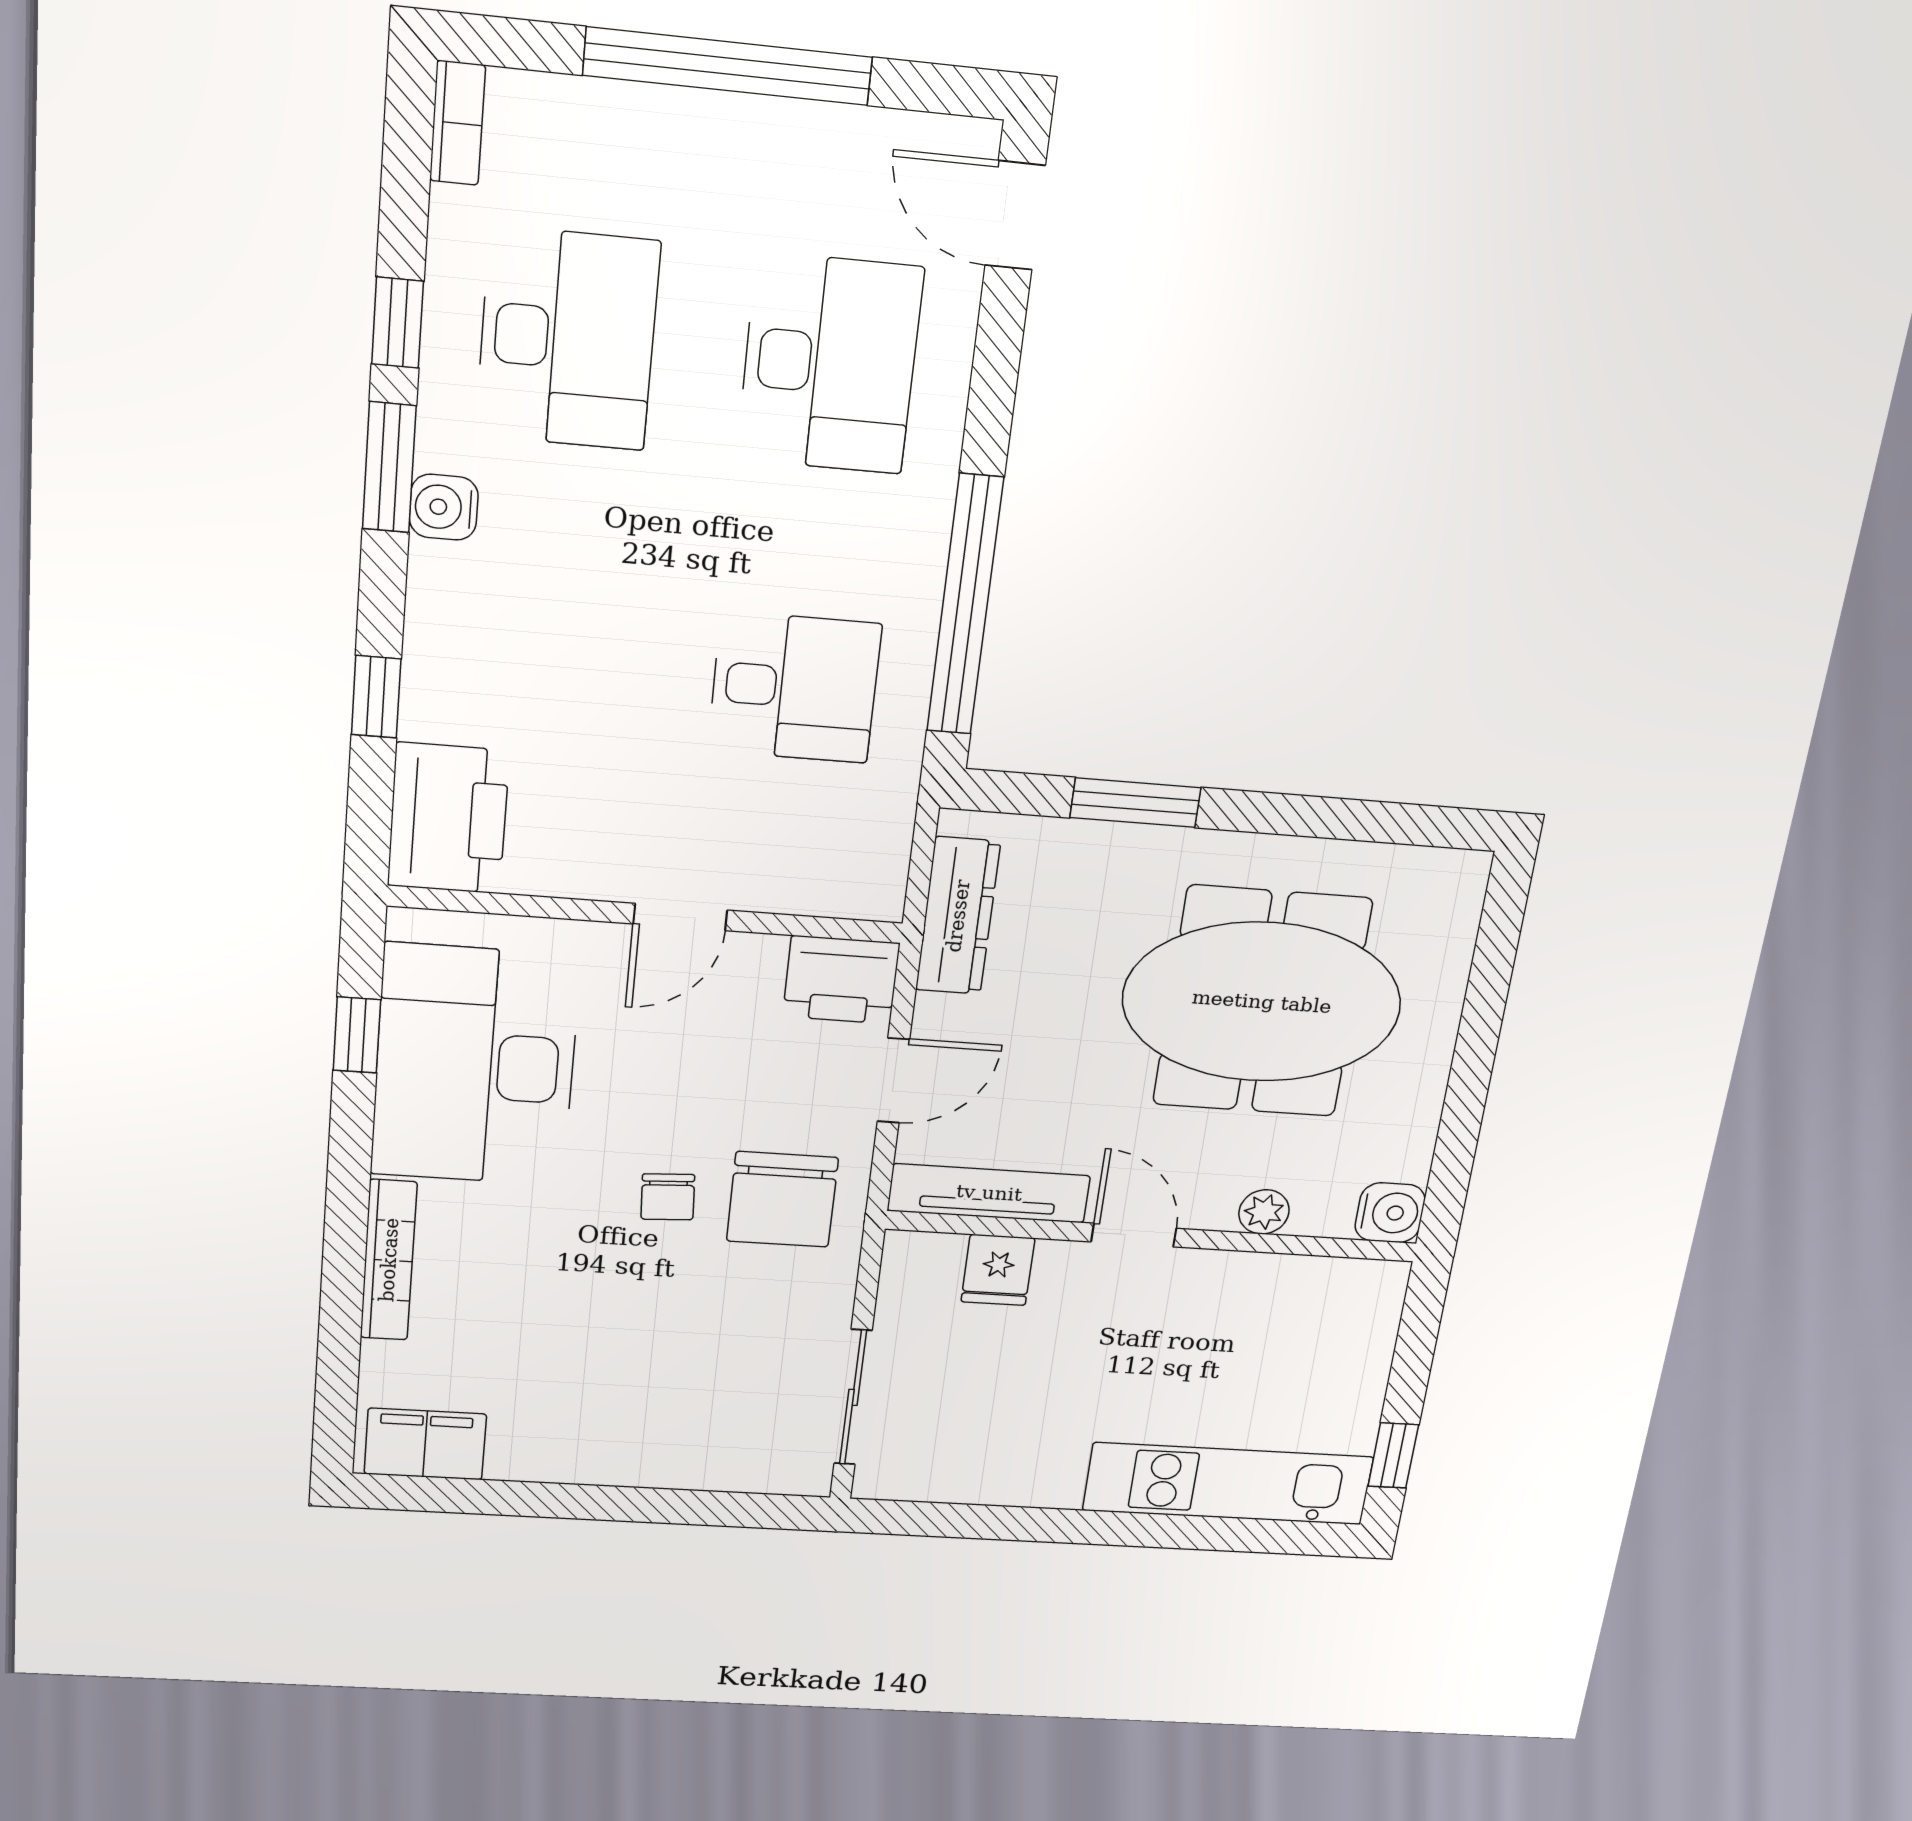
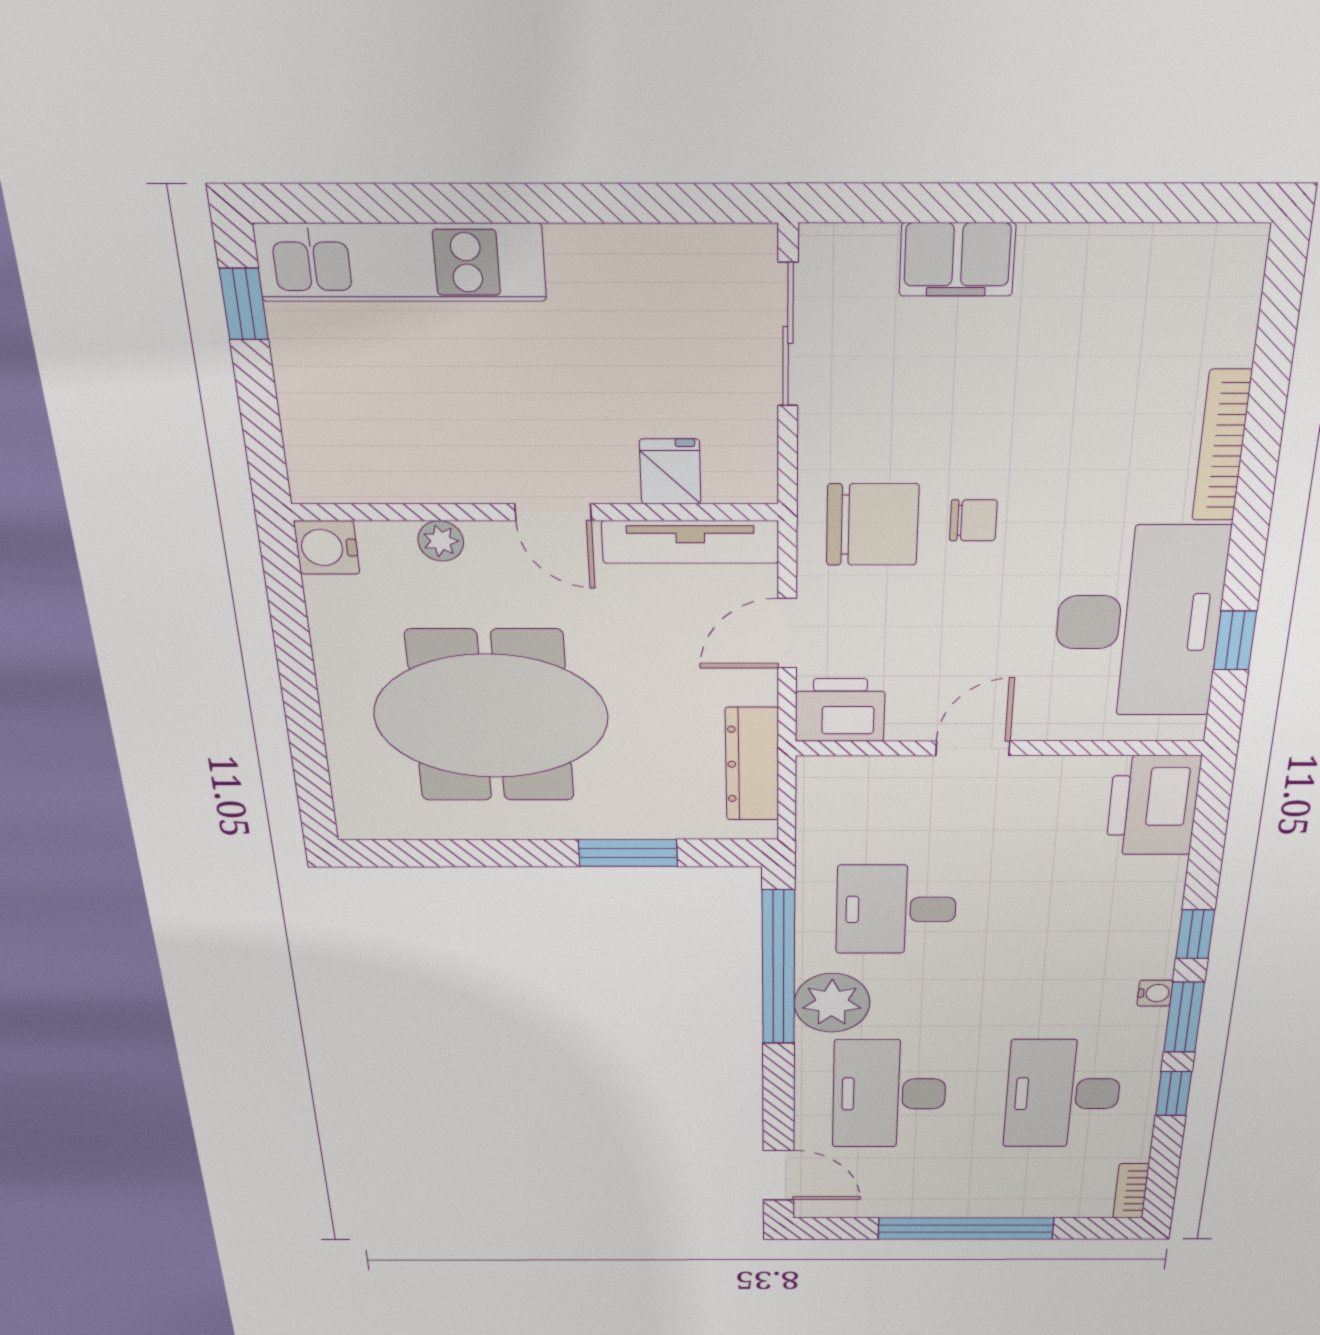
water cooler: (444, 507) -> (1155, 993), width x0.72, depth x0.72
plant: (897, 539) -> (832, 1003), added
window: (376, 697) -> (1195, 934), moved
chair: (668, 1197) -> (973, 520), turned 93
chair: (782, 1199) -> (872, 525), turned 90
filing cabinet: (425, 1444) -> (957, 260), moved

